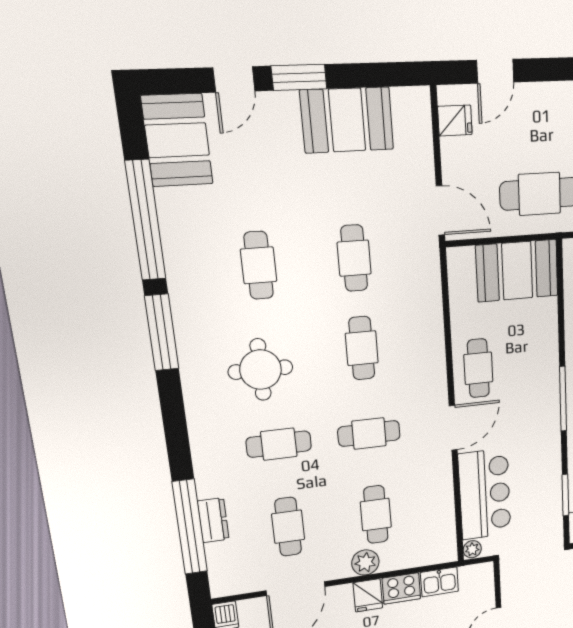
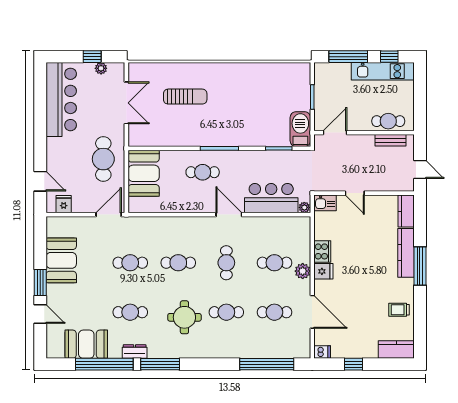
booth: (177, 140) -> (86, 344), moved
cafe table: (478, 368) -> (203, 172), moved
cafe table: (279, 444) -> (226, 312), turned 90
dresser: (213, 520) -> (135, 352), moved
kitchen sink: (439, 582) -> (325, 203), moved, turned 90

